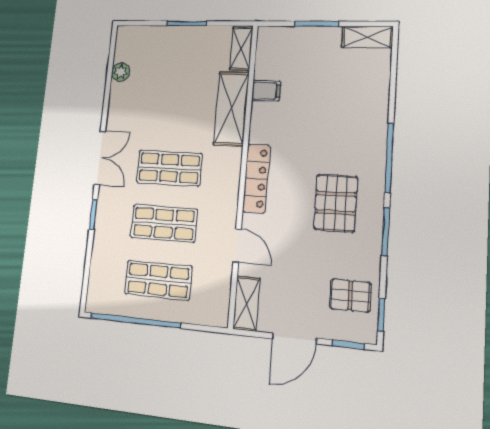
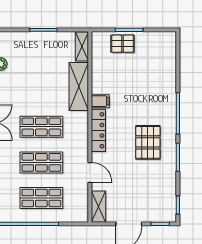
shelving: (367, 37) -> (161, 38), removed
filing cabinet: (266, 91) -> (100, 101), moved
pallet: (350, 295) -> (122, 44), moved

